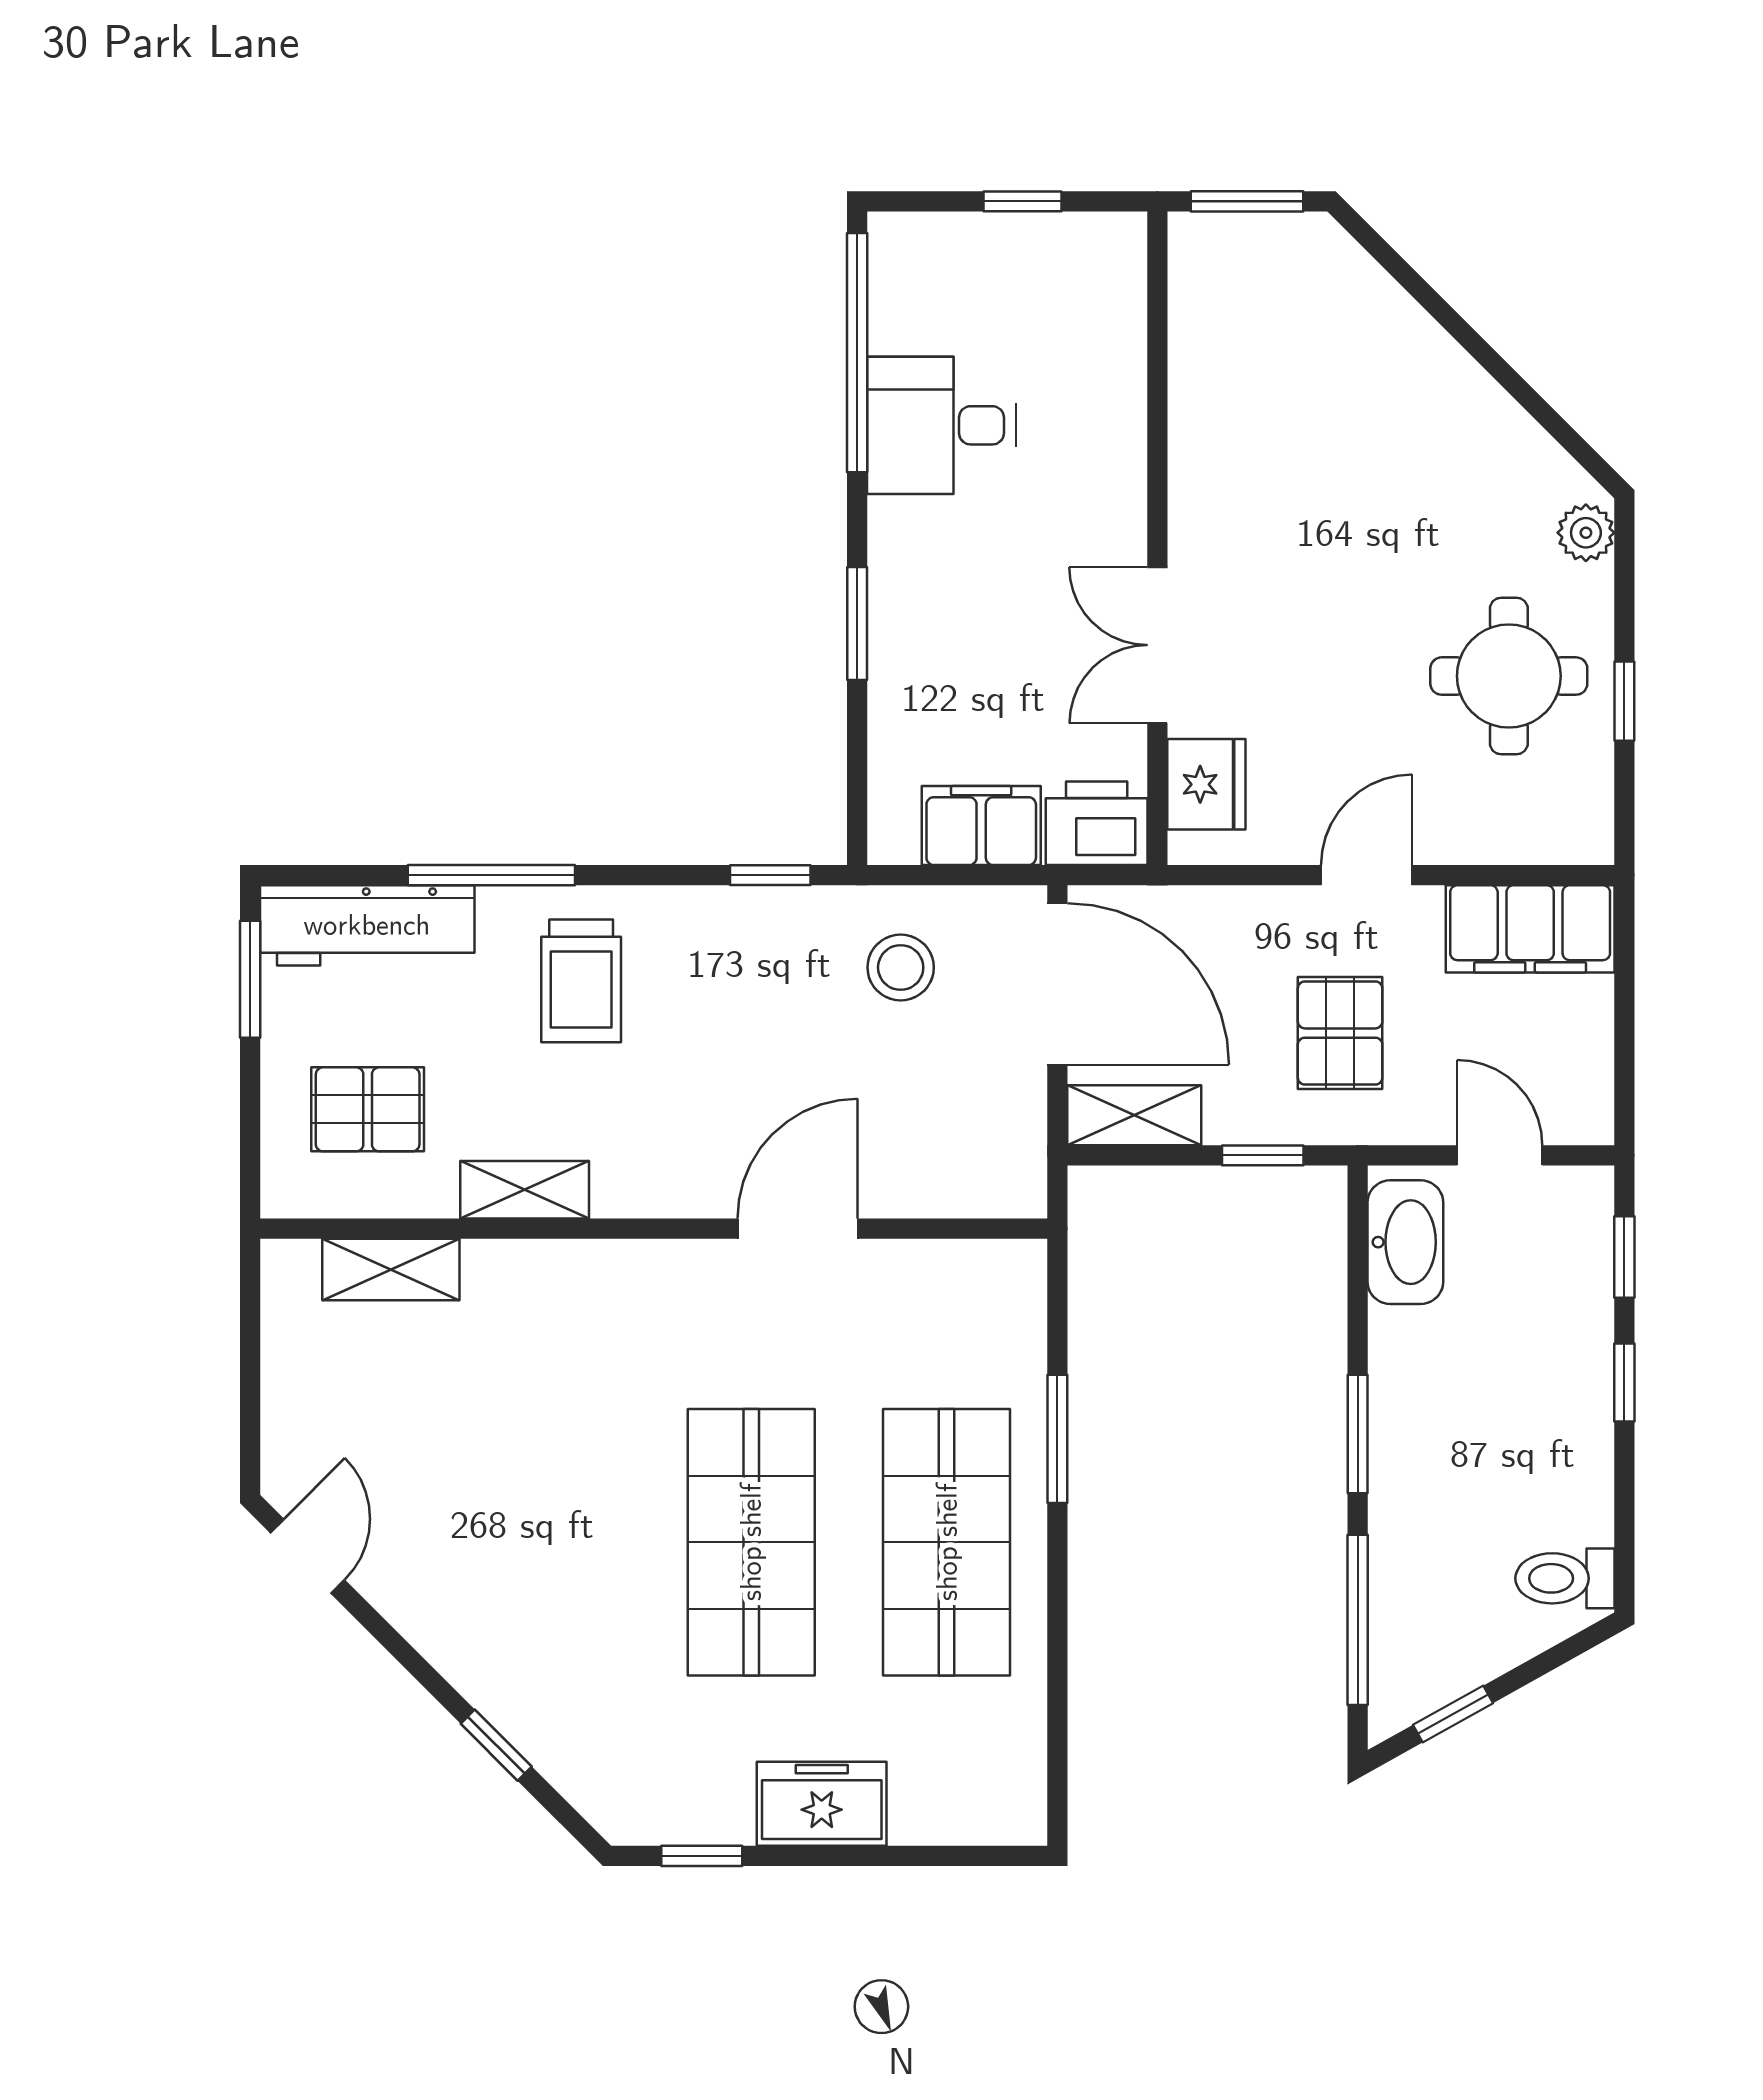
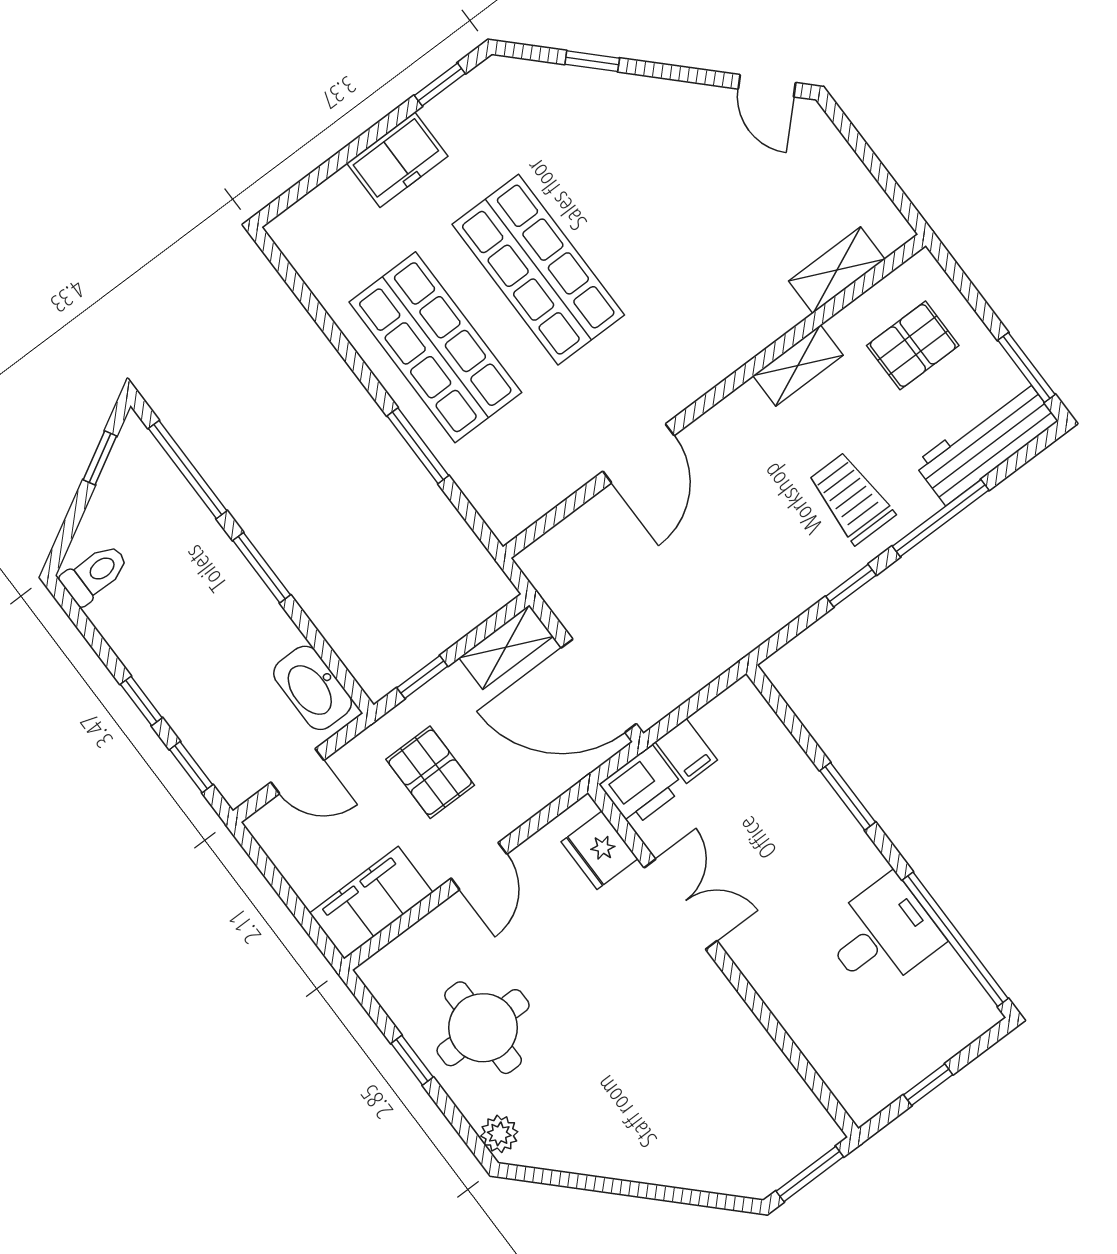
filing cabinet: (981, 826) -> (686, 751), width x0.50
window: (770, 875) -> (851, 586), moved
stool: (901, 967) -> (688, 632), removed

